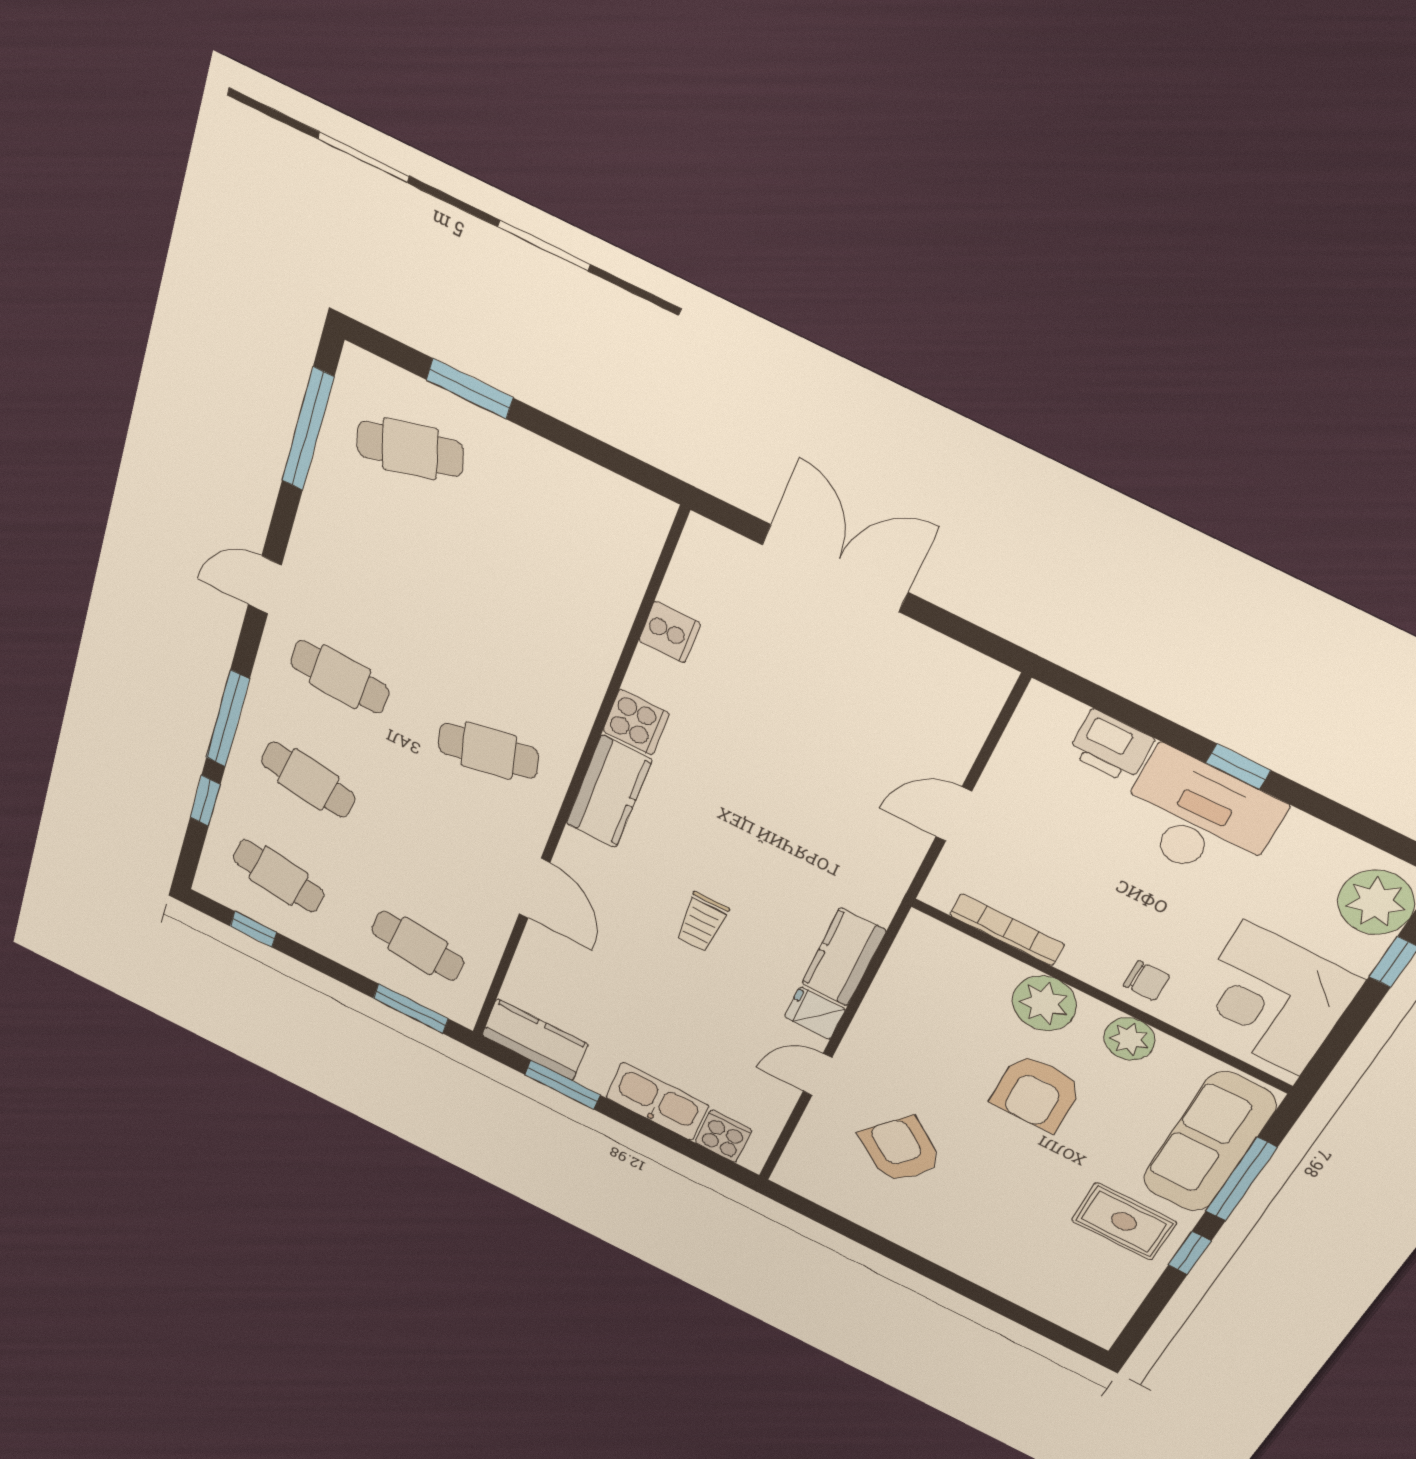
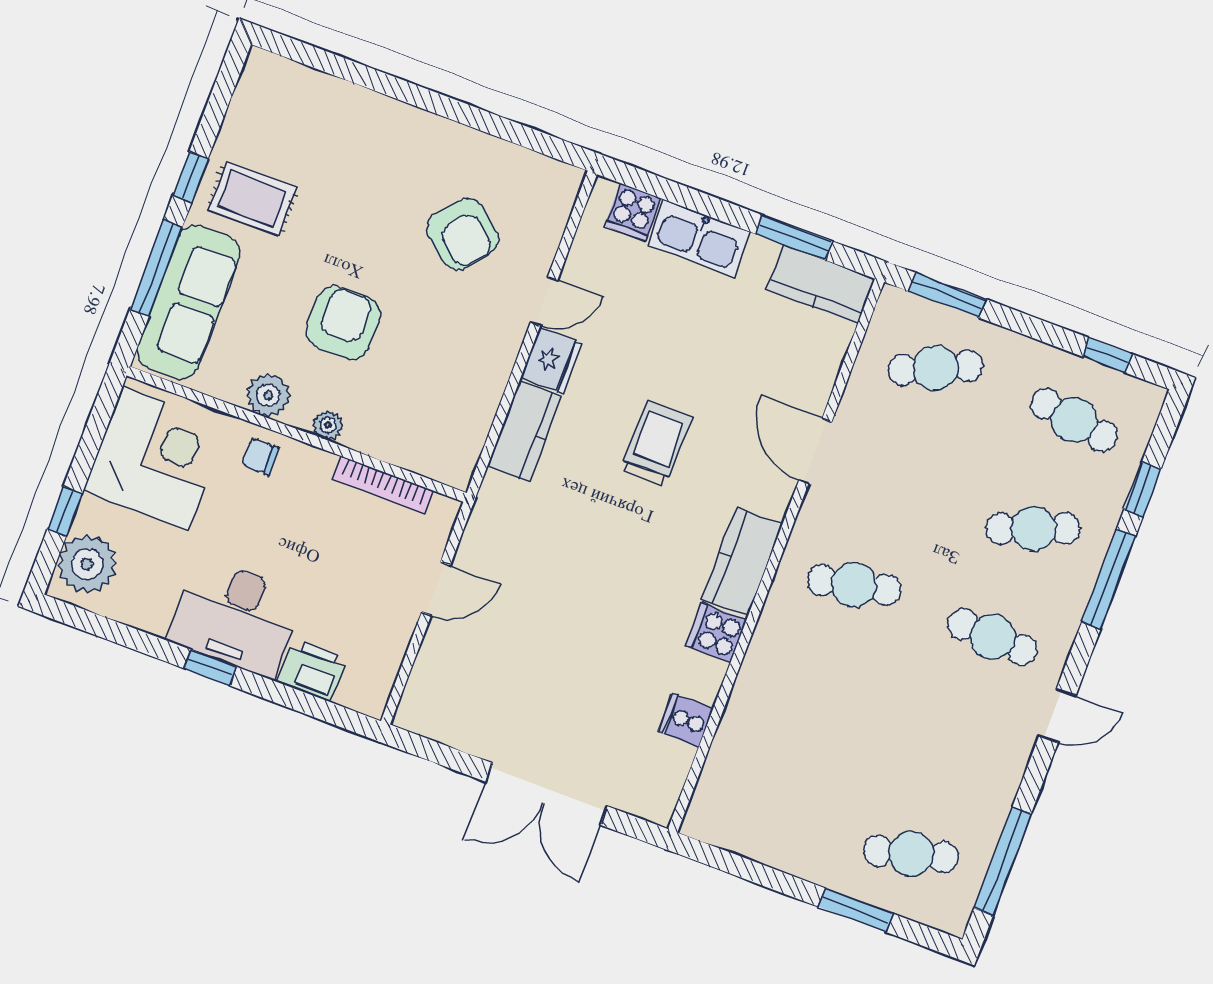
cafe table: (308, 780) -> (1033, 528), turned -30
trolley: (702, 922) -> (656, 444), width x1.36, depth x1.39
cafe table: (418, 946) -> (936, 368), turned -30
plant: (1044, 1003) -> (328, 425), width x0.53, depth x0.53
fridge: (815, 1013) -> (551, 361), width x1.38

